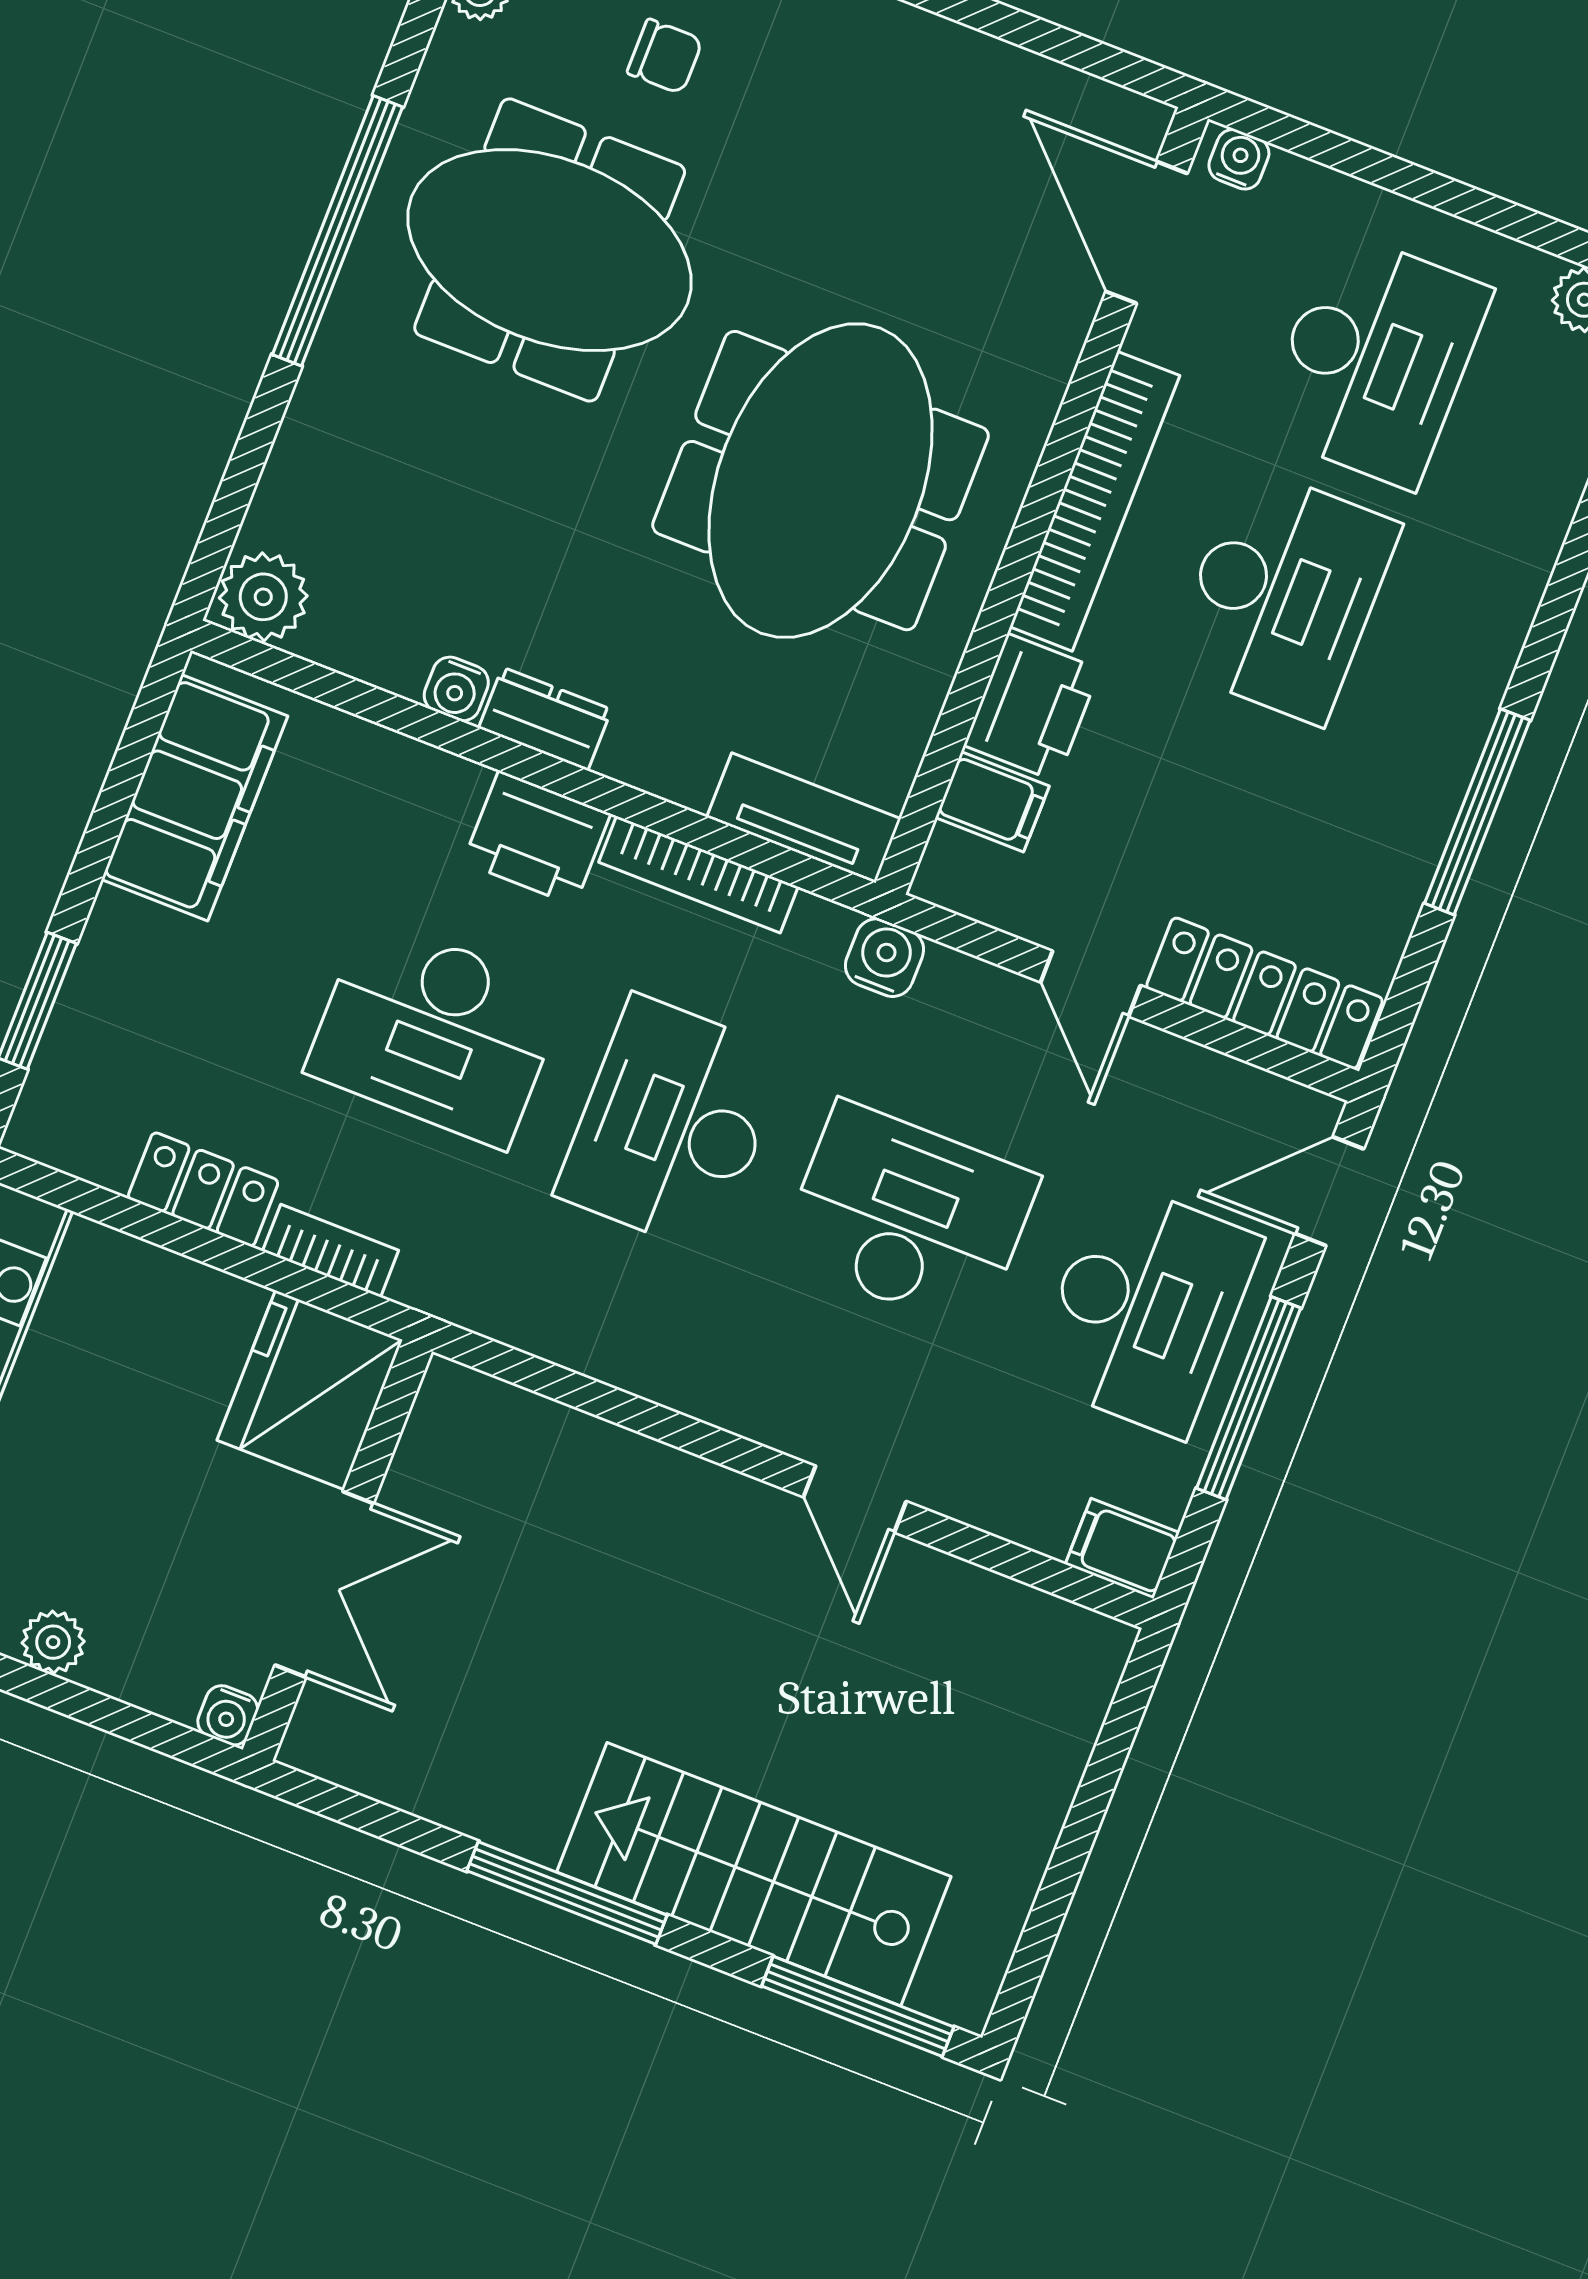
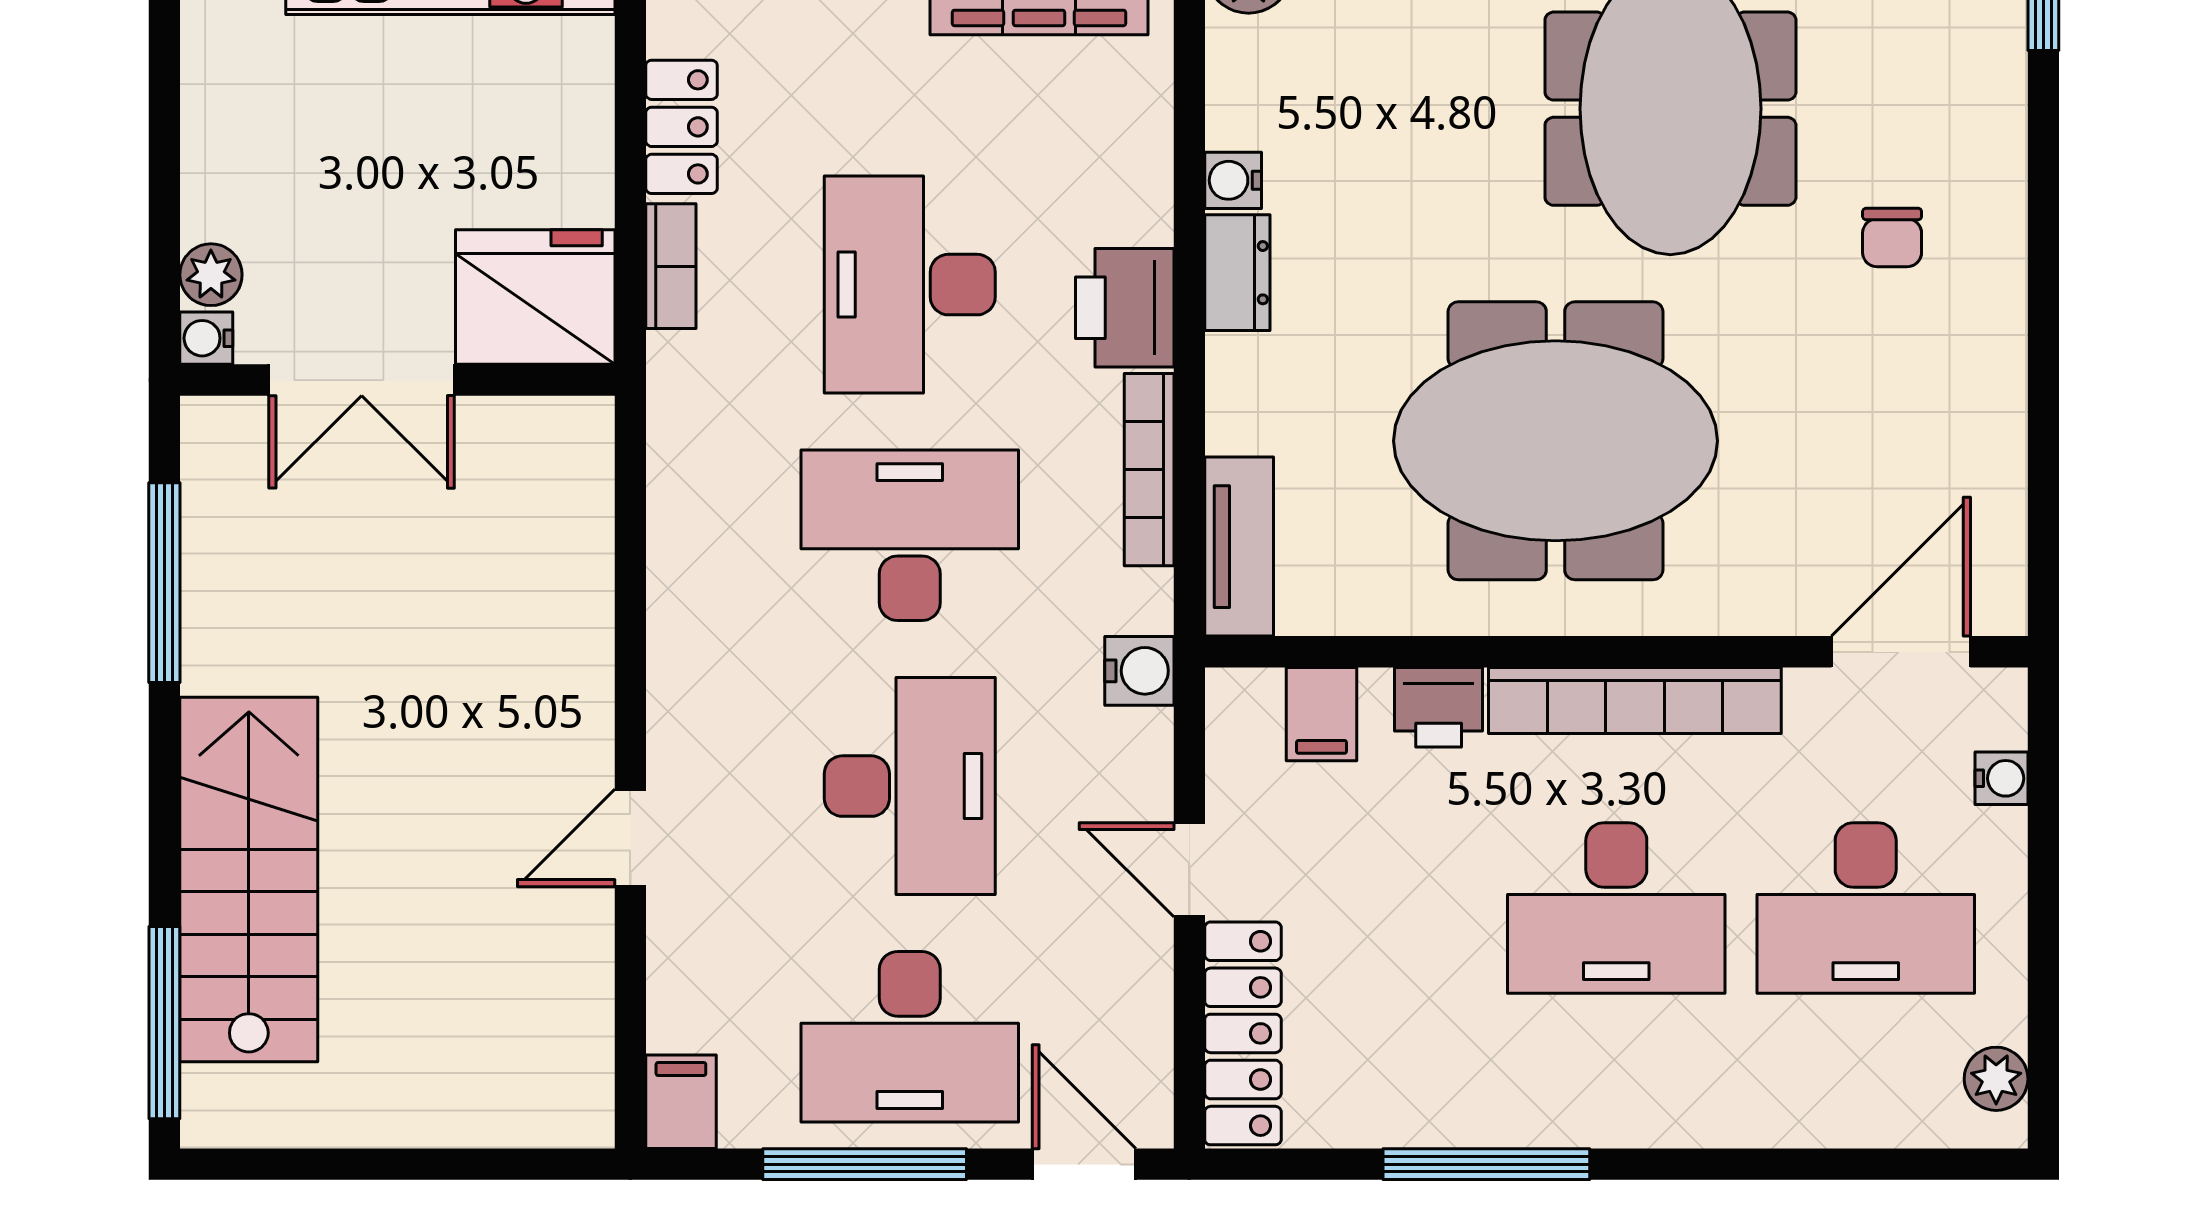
chair: (665, 56) -> (1892, 237), moved
water cooler: (1239, 159) -> (2001, 778), moved
printer: (1032, 707) -> (1439, 707), width x0.73, depth x0.81
door: (1090, 984) -> (1189, 870), hinge flipped
plant: (53, 1642) -> (211, 275), moved
window: (567, 1893) -> (164, 583), moved

